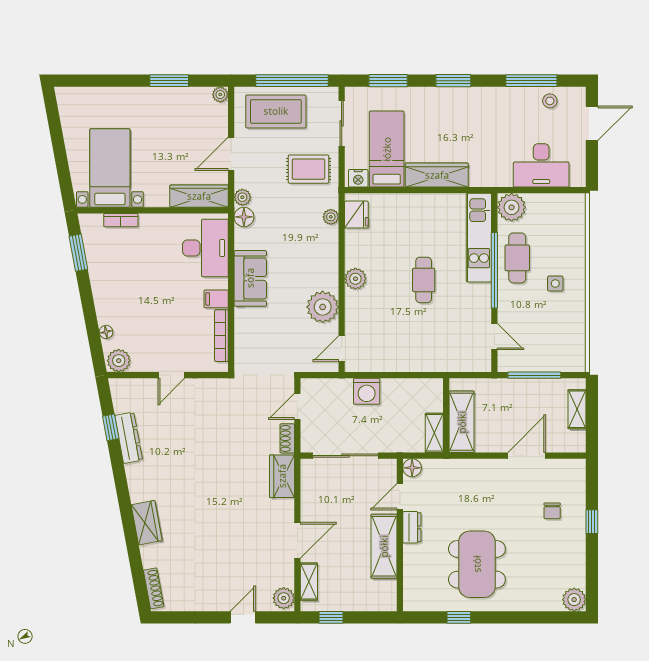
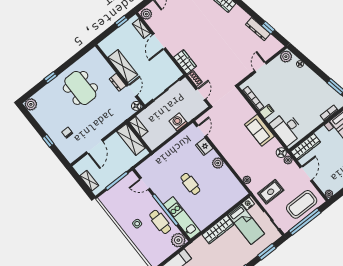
fridge: (356, 215) -> (204, 147), moved
plant: (323, 307) -> (222, 142), removed
window: (459, 617) -> (50, 77), moved

